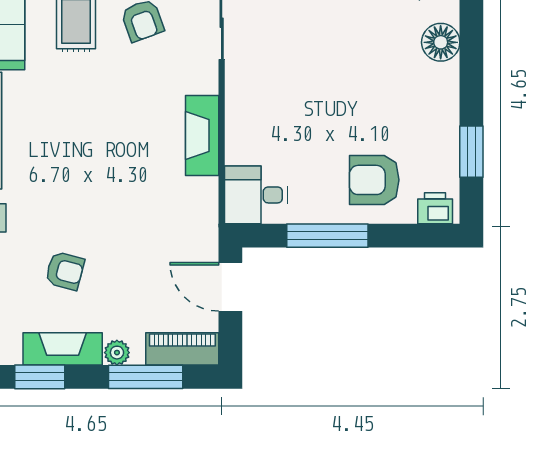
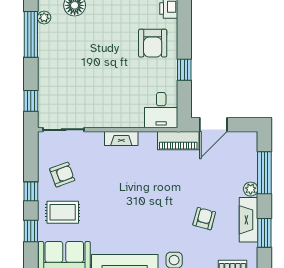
fireplace: (202, 136) -> (121, 138), width x0.73, depth x0.76
window: (327, 236) -> (184, 70), width x0.46
piano: (182, 349) -> (178, 141), moved, turned -90

